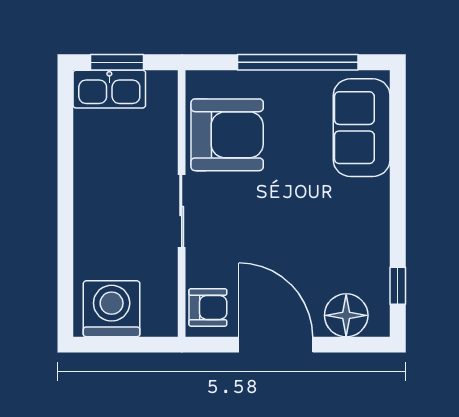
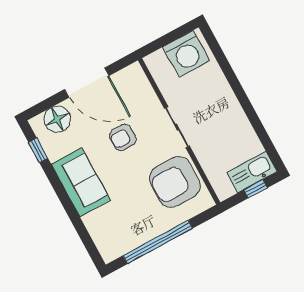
window: (117, 62) -> (256, 189), width x0.67
sofa: (362, 128) -> (81, 182), moved
armchair: (208, 307) -> (123, 137), moved

